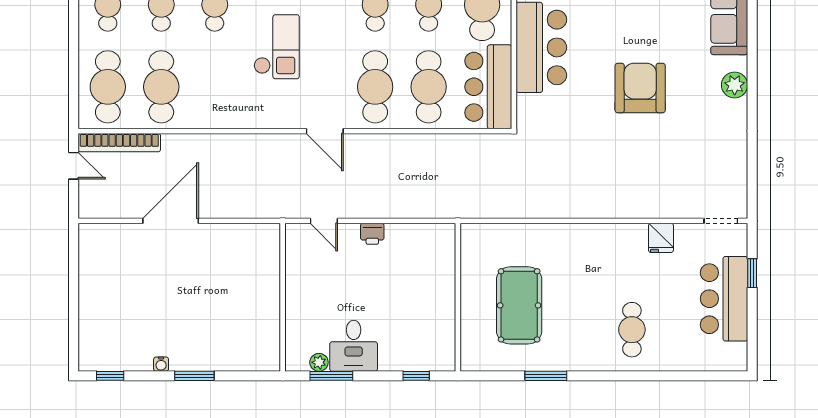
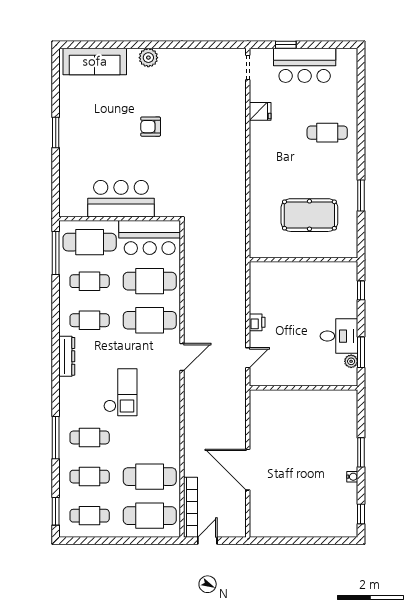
checkout: (277, 47) -> (120, 392), turned 90
armchair: (640, 88) -> (151, 127), width x0.53, depth x0.53

